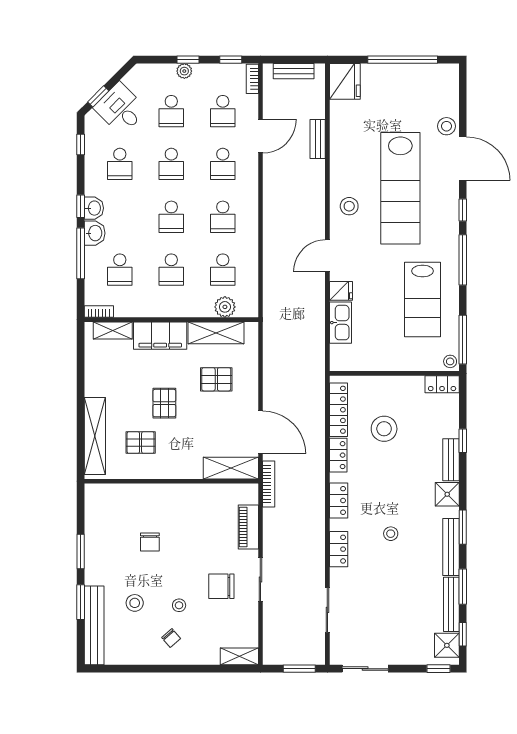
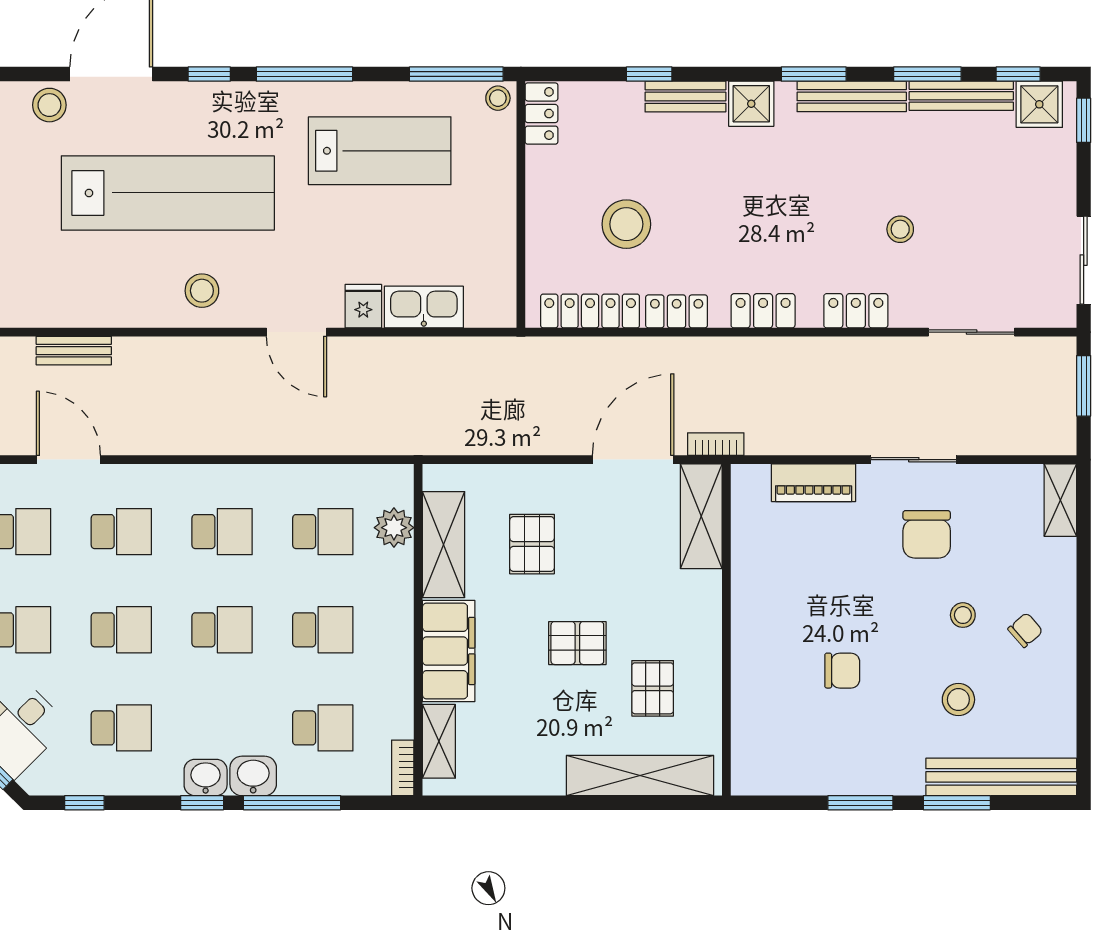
bookcase: (269, 484) -> (716, 444), width x0.64
stool: (391, 534) -> (900, 229), moved

